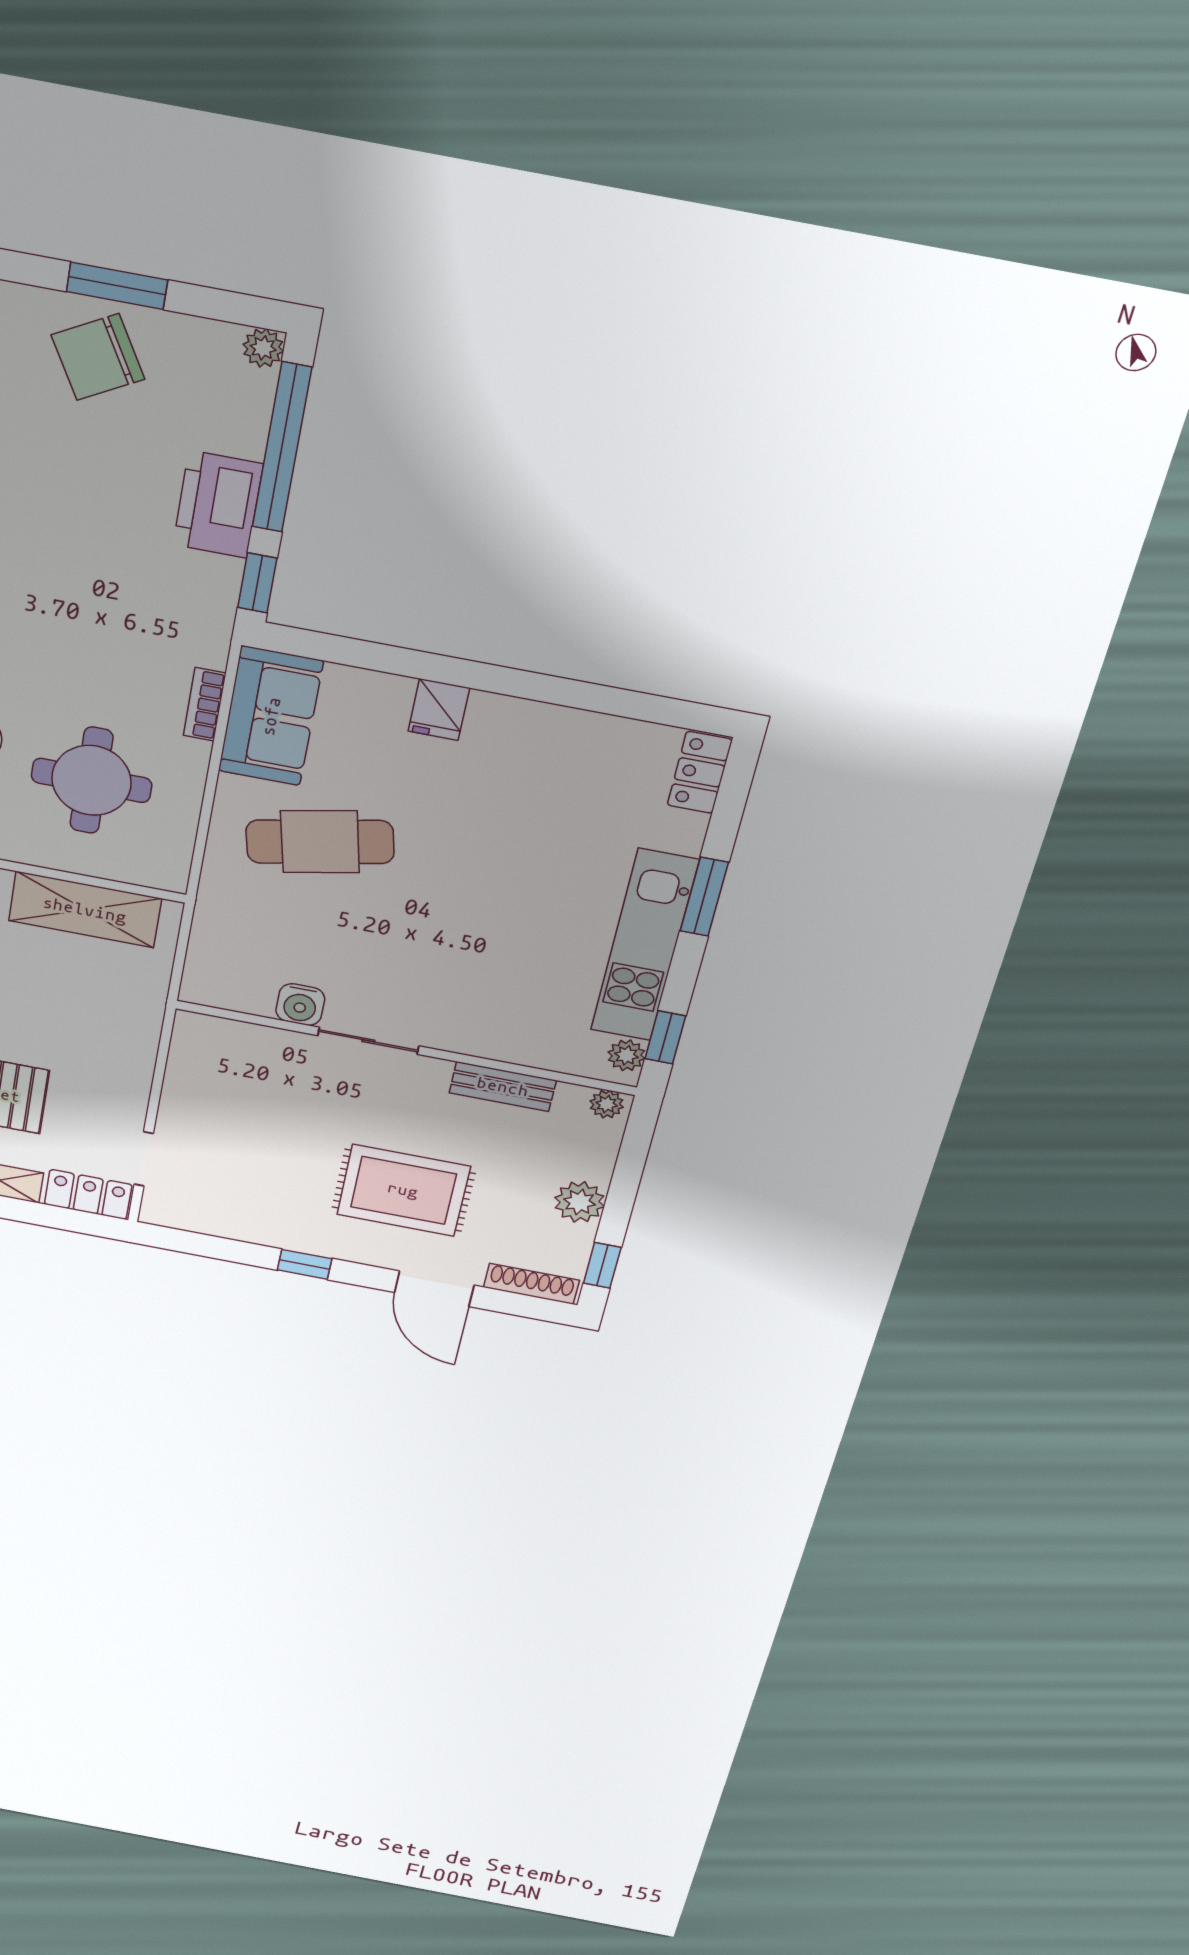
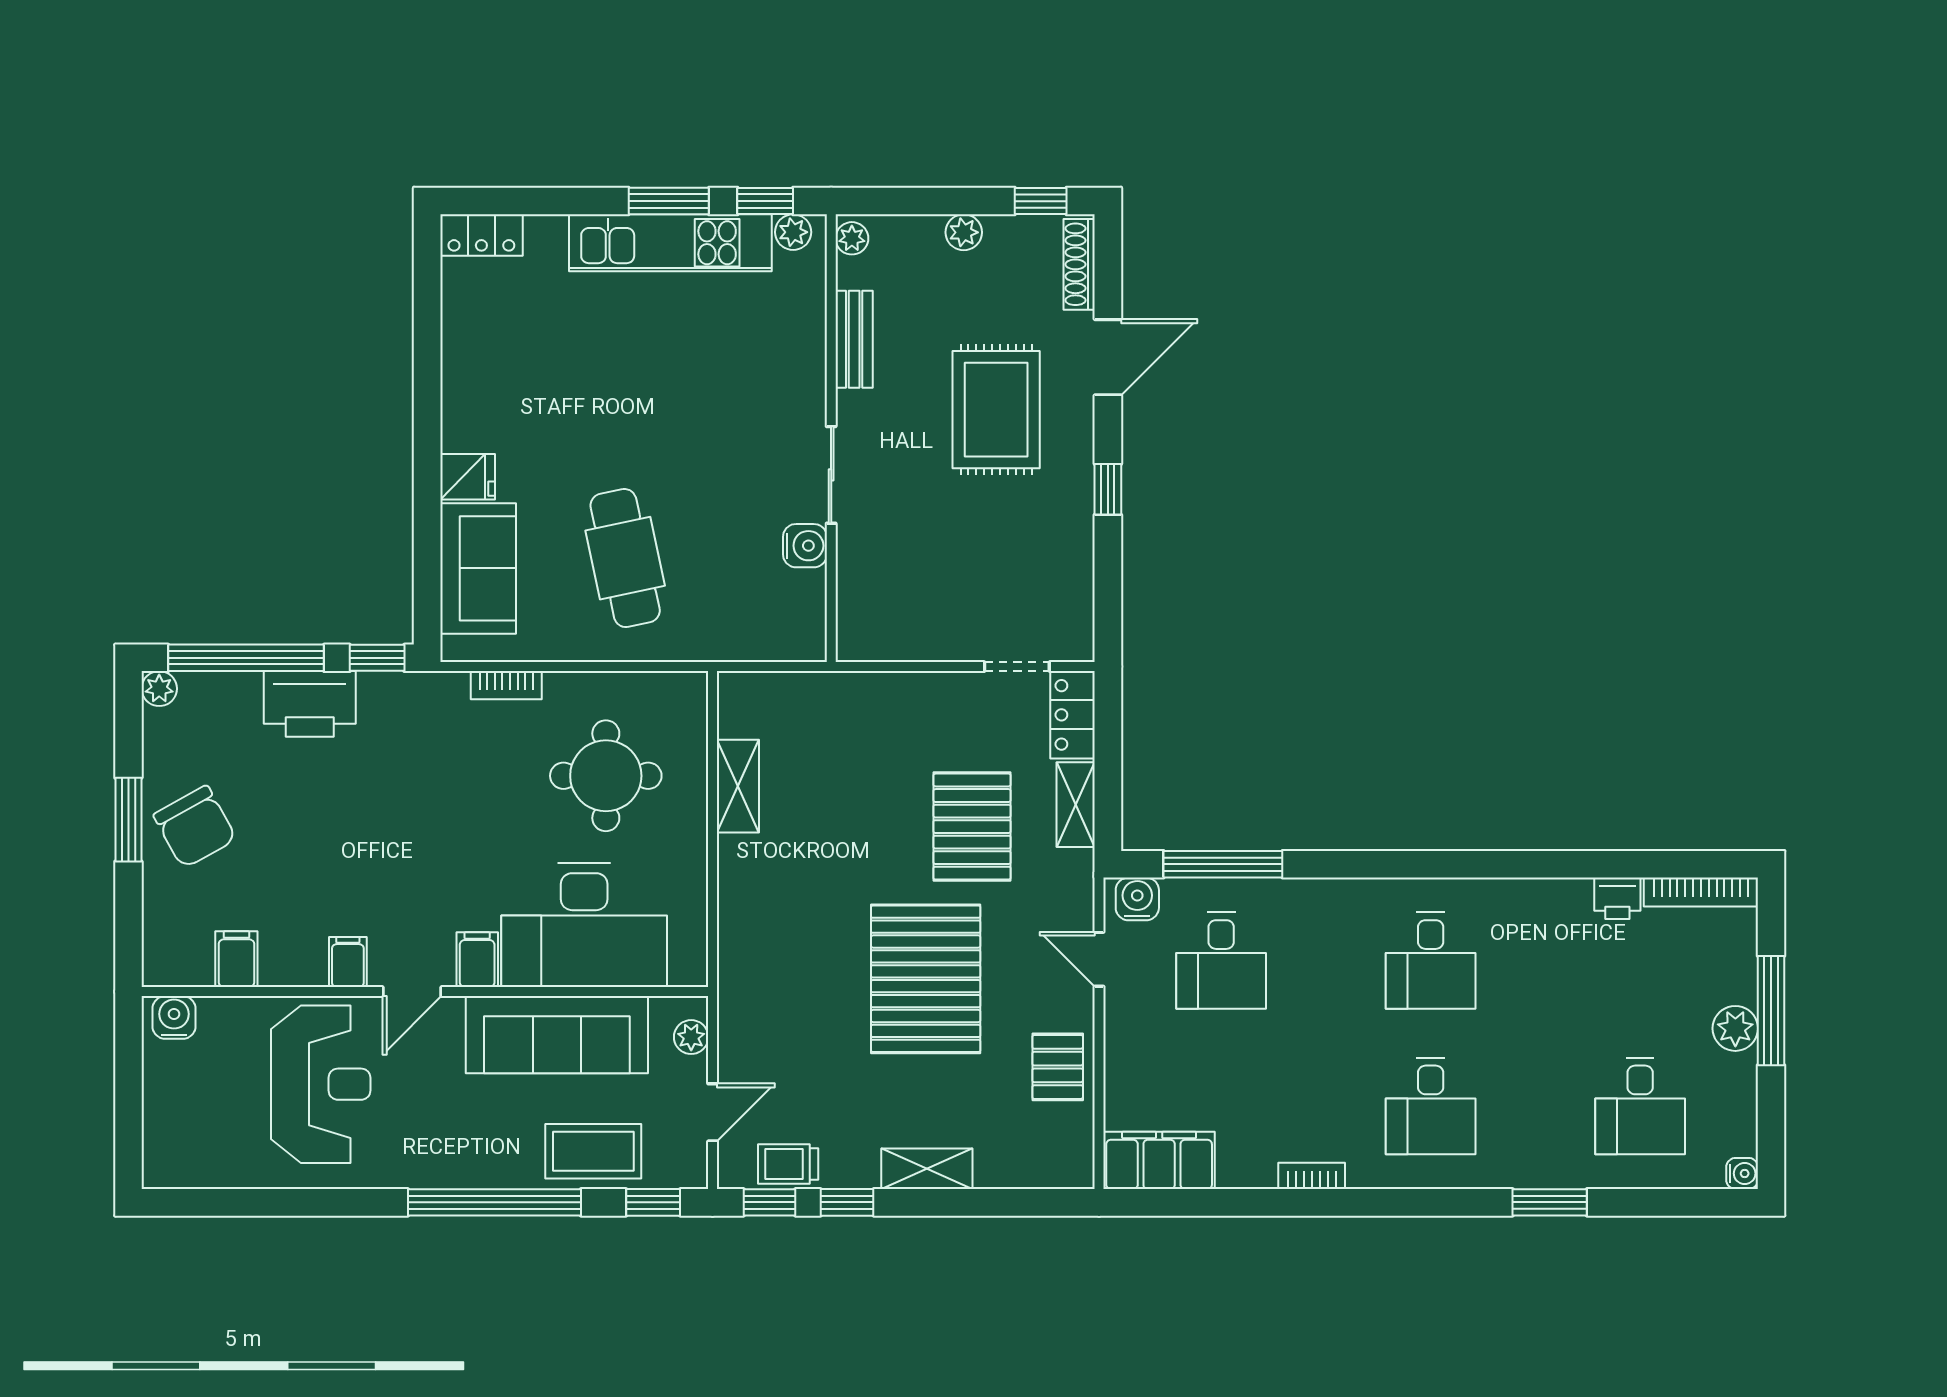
sofa: (271, 716) -> (478, 568), moved, turned 90
window: (704, 897) -> (669, 201), moved
shelving: (85, 910) -> (738, 786), width x0.67, depth x0.75
plant: (580, 1202) -> (964, 232), width x0.73, depth x0.73

